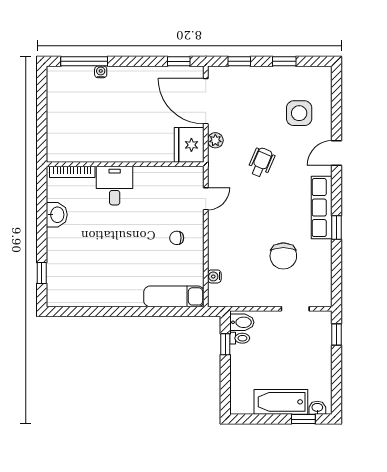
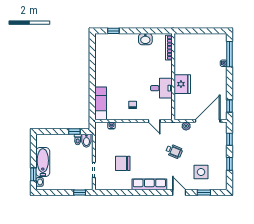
fridge: (189, 145) -> (182, 84), moved, turned 90
desk: (115, 186) -> (161, 88), moved
window: (336, 228) -> (204, 192), moved

